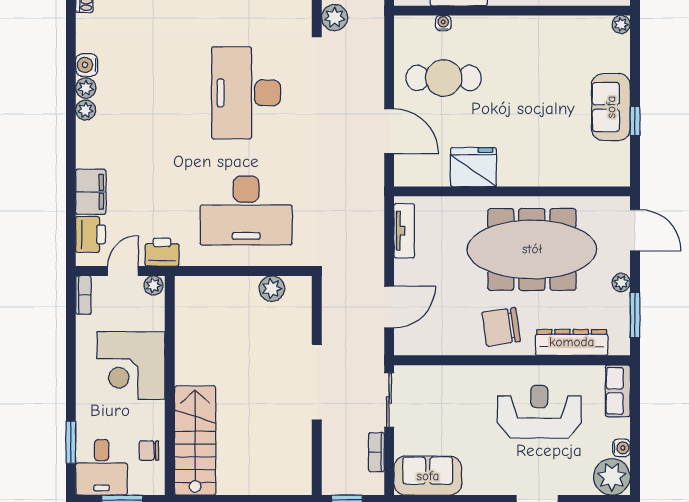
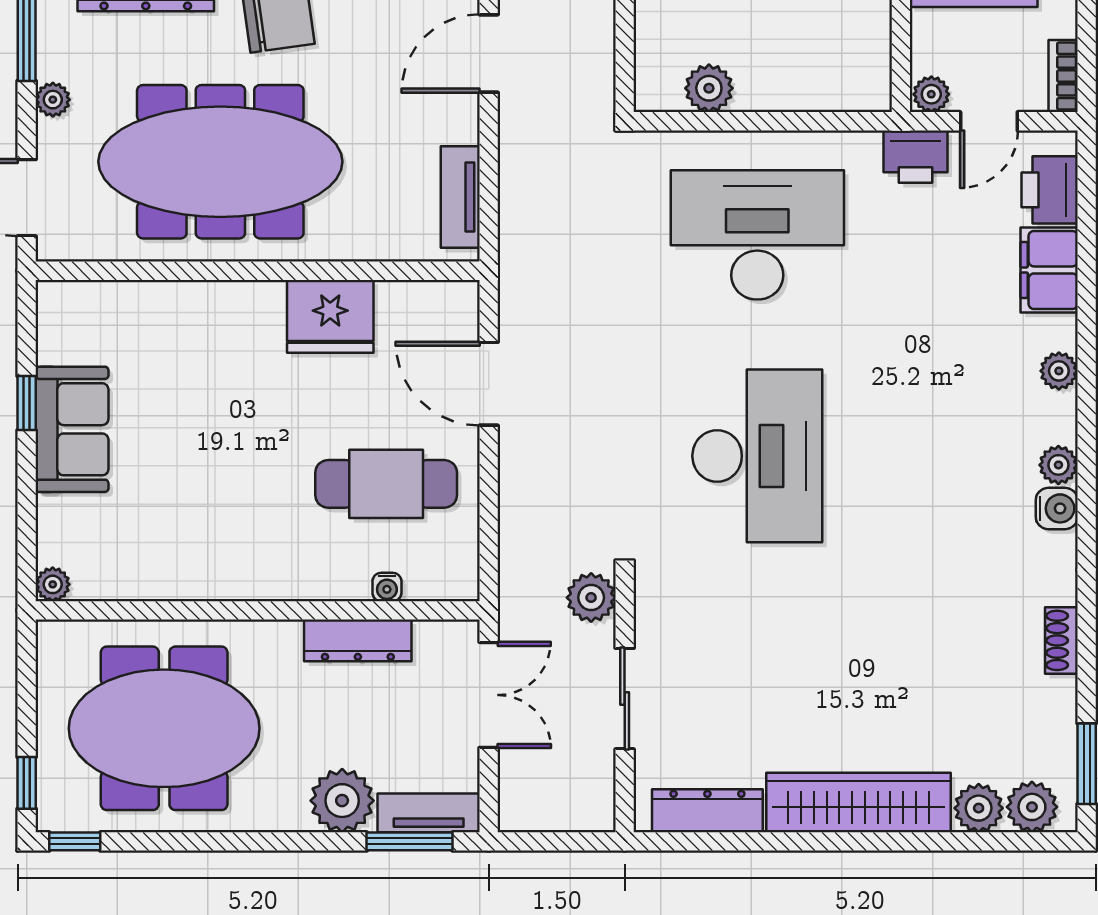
plant: (86, 110) -> (1059, 371), moved

